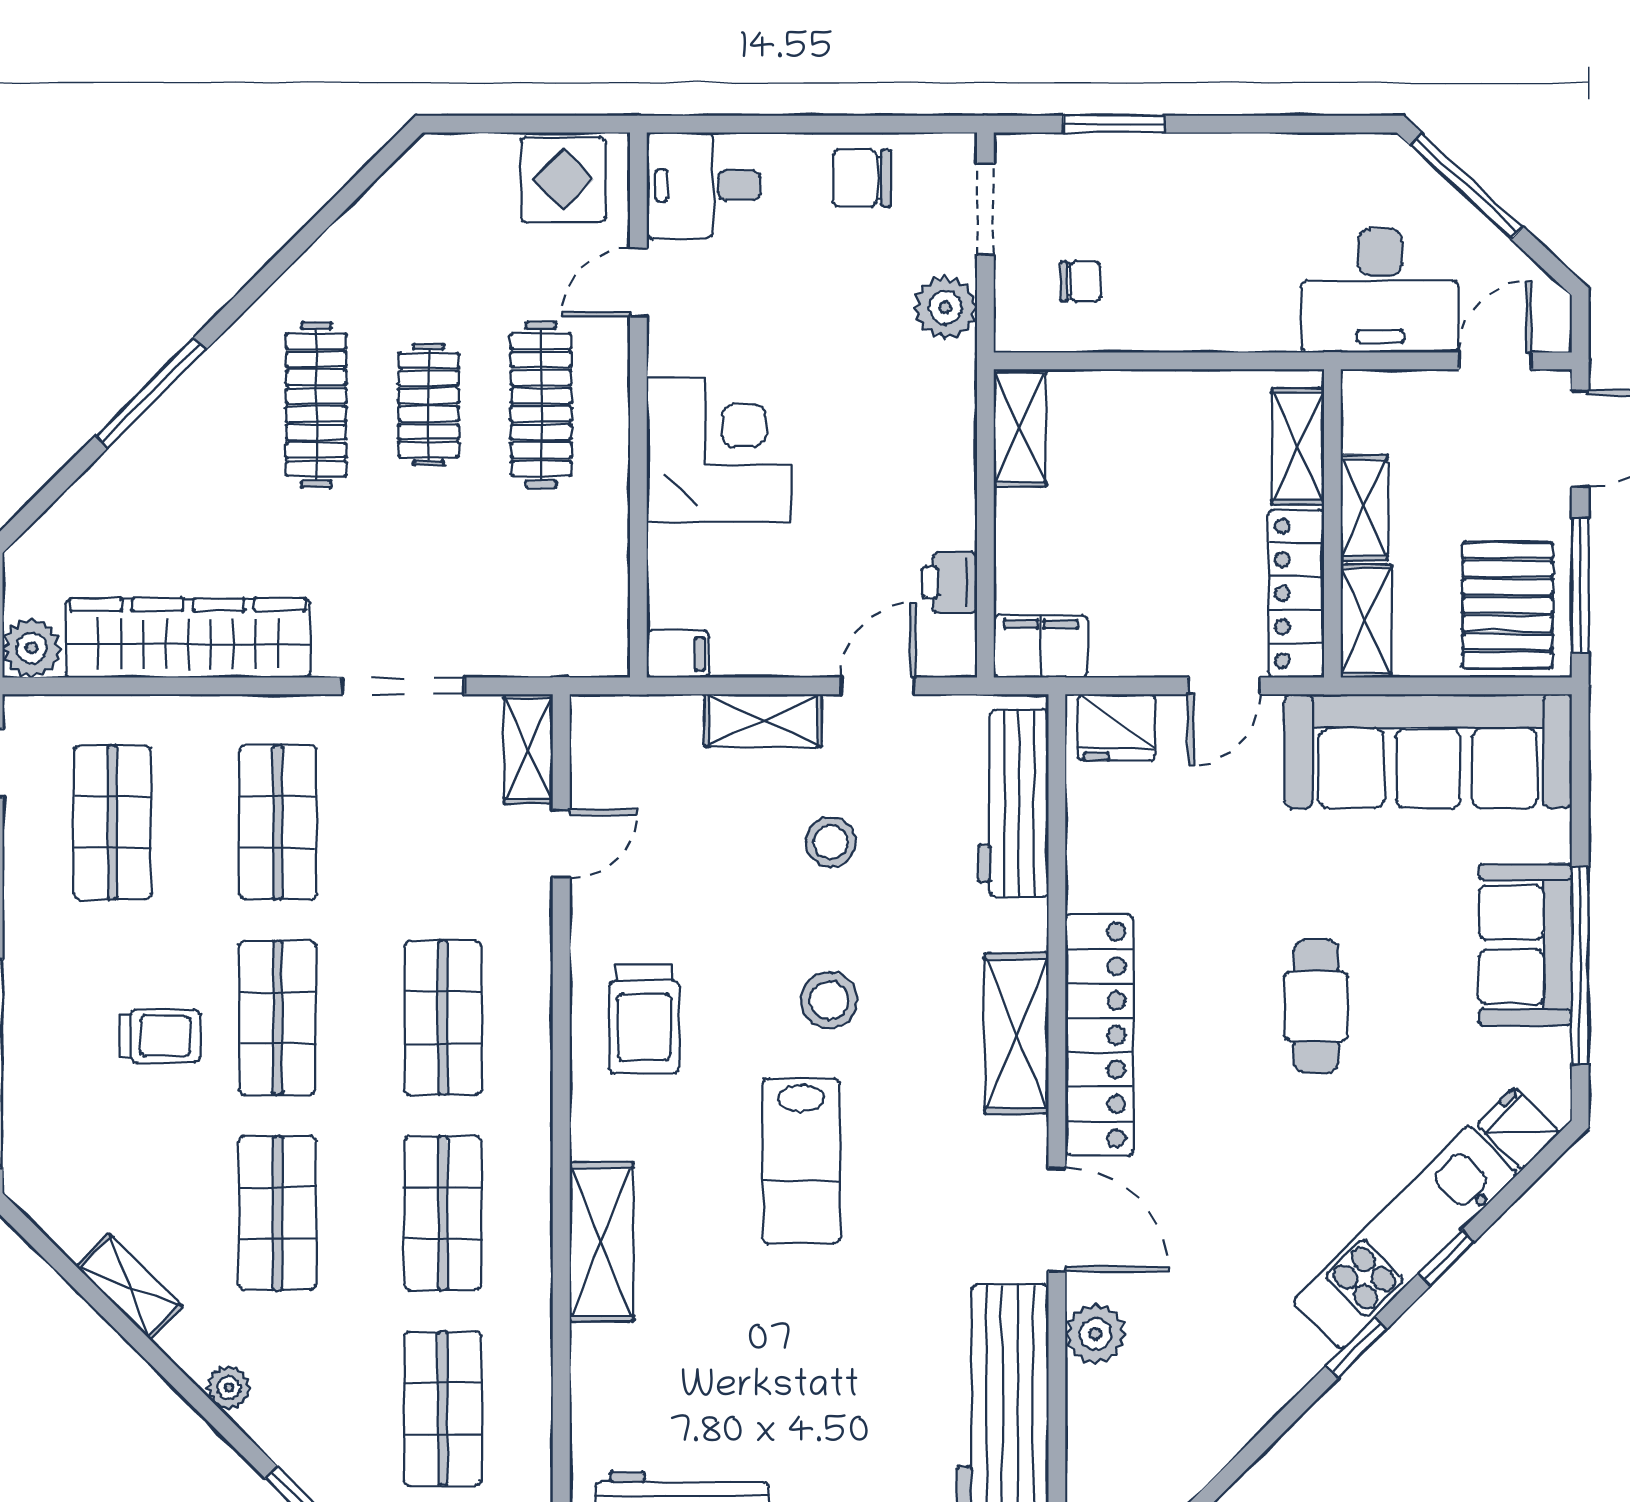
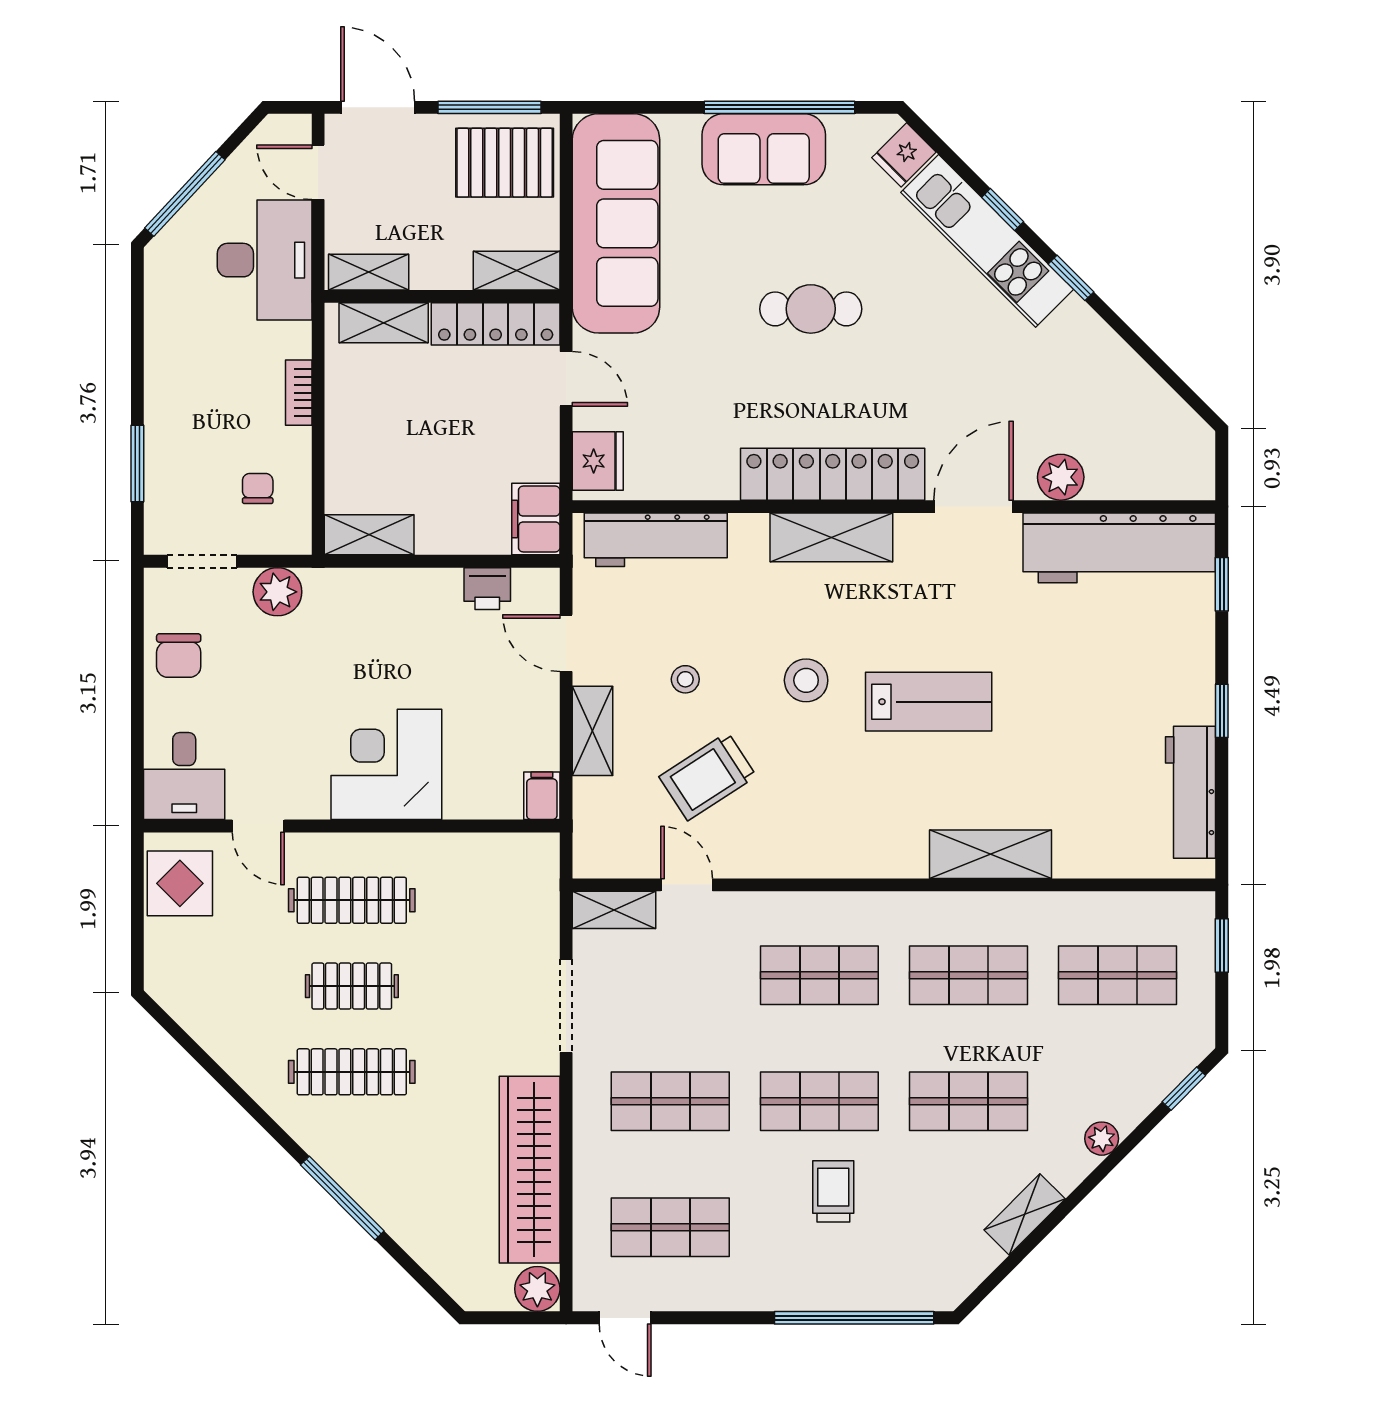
bookcase: (1206, 335) -> (299, 393), added
shelving: (1364, 507) -> (369, 272), moved
stool: (831, 842) -> (685, 679), width x0.73, depth x0.73
trolley: (644, 1019) -> (708, 776), moved, turned 147

